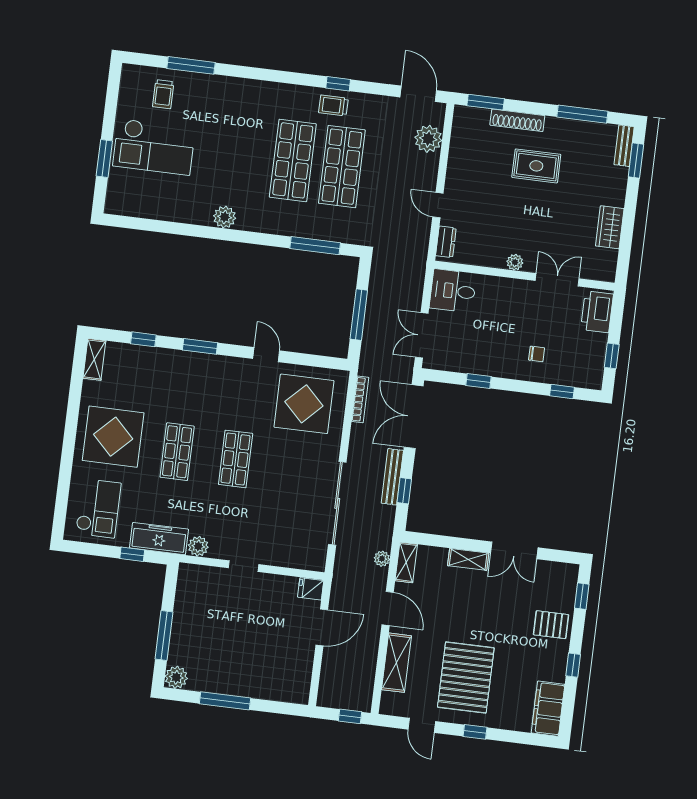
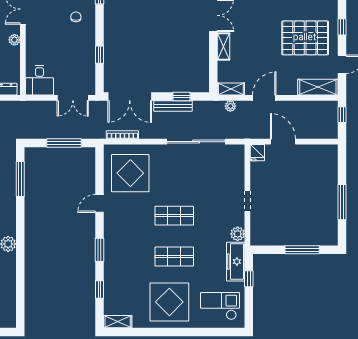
shelving: (396, 663) -> (318, 87), moved
plant: (176, 677) -> (330, 238), removed

